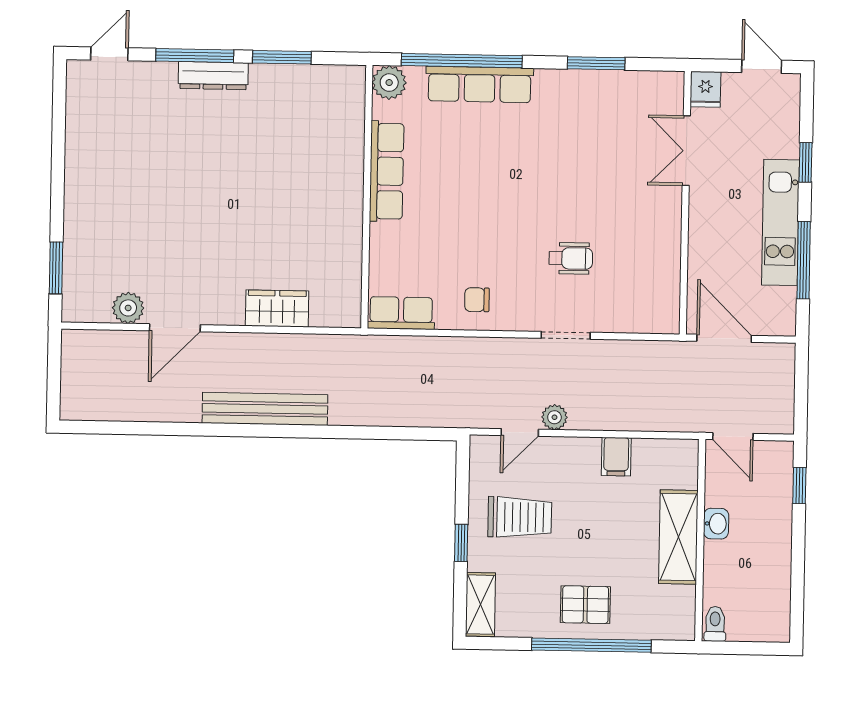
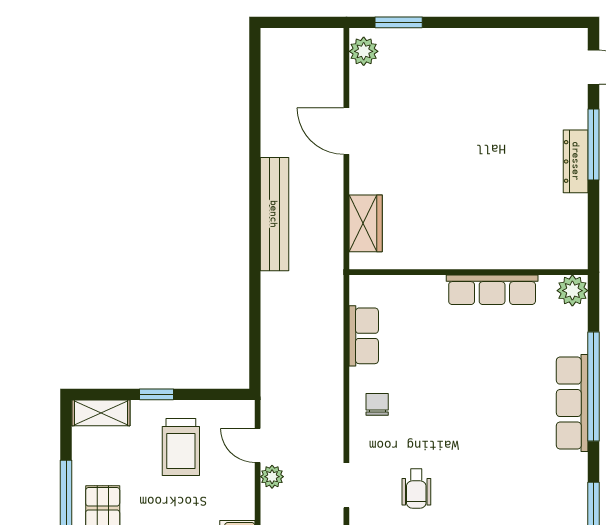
window: (282, 57) -> (594, 223), removed
plant: (389, 83) -> (572, 291), moved
row of seats: (387, 171) -> (492, 290), moved
wall: (367, 197) -> (469, 272), moved
plant: (128, 308) -> (364, 51), moved

